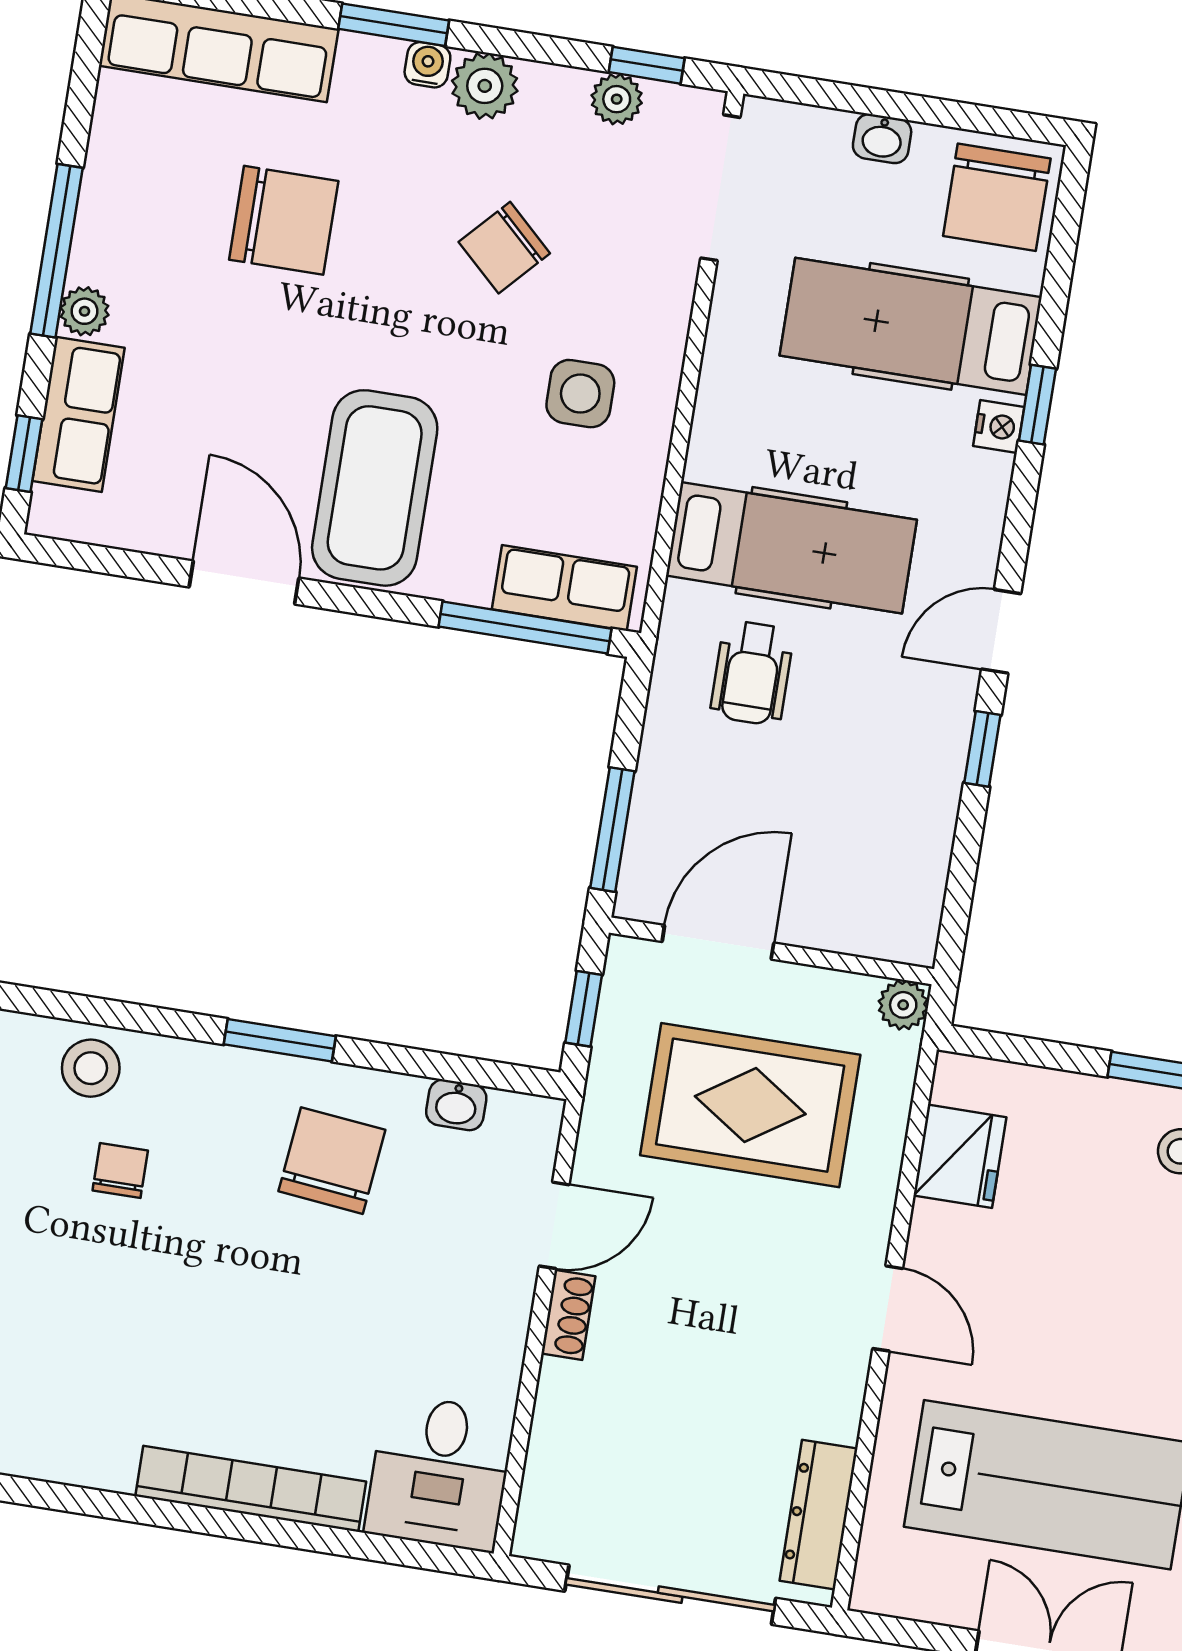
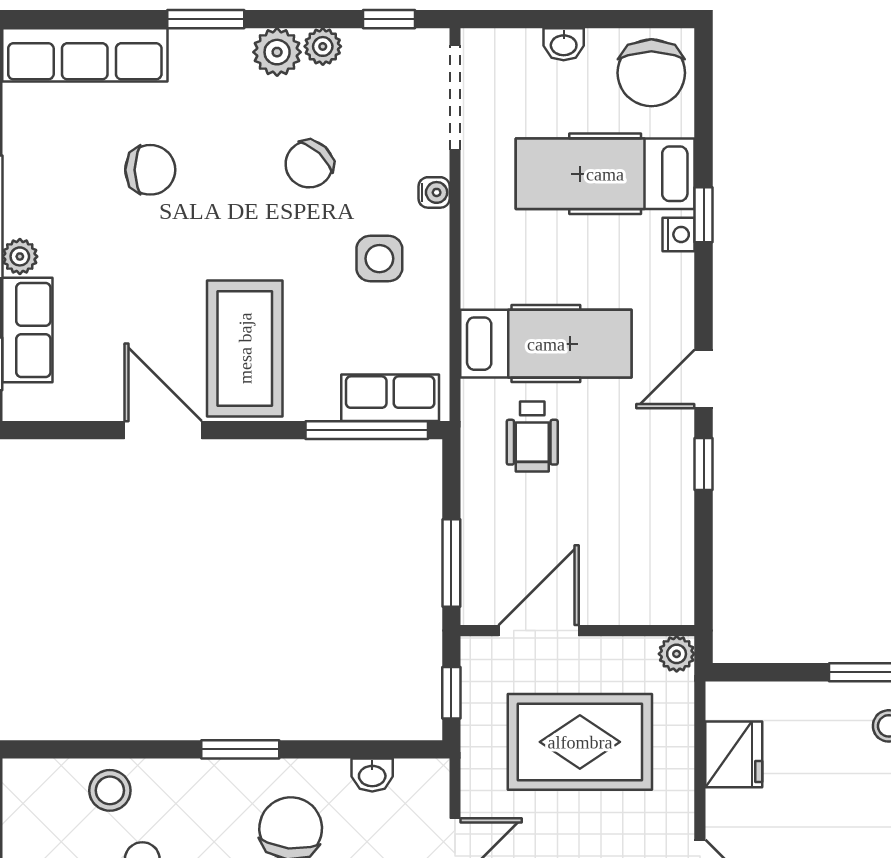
water cooler: (427, 65) -> (434, 192), moved, turned 90
plant: (617, 99) -> (323, 46), moved
chair: (284, 220) -> (150, 170), width x0.73, depth x0.73

